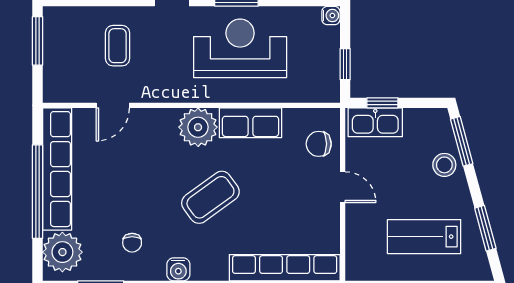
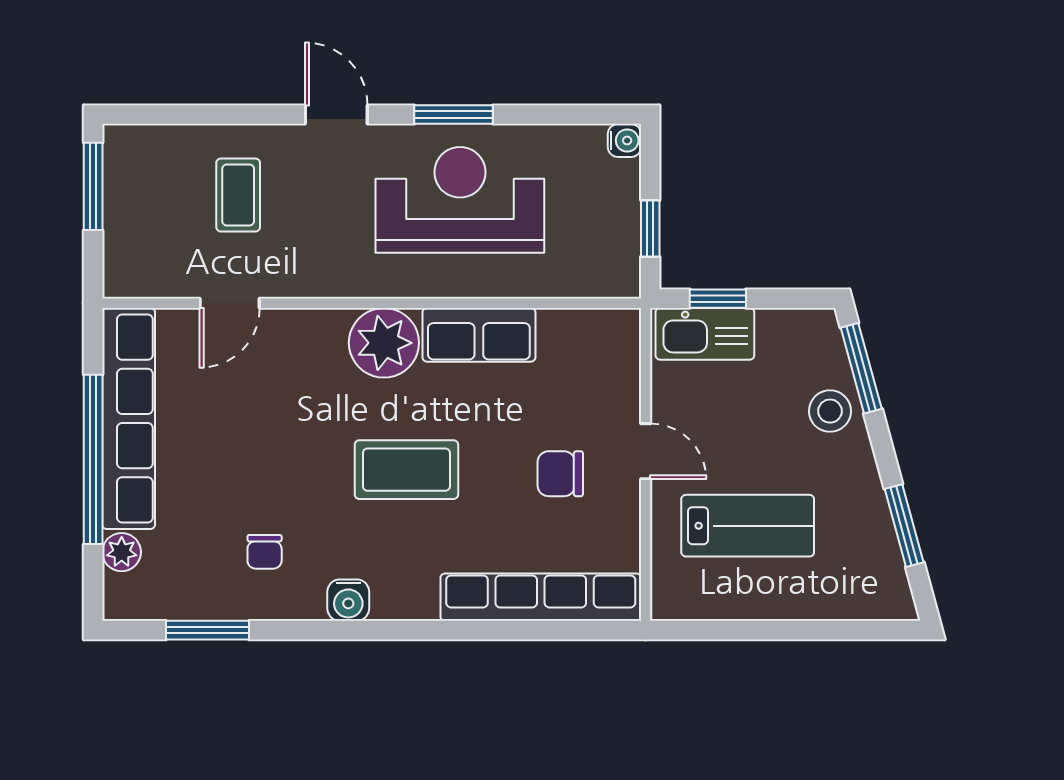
chair: (319, 144) -> (560, 474), moved
coffee table: (210, 197) -> (406, 470), turned 36
lab bench: (424, 237) -> (748, 526), moved, turned 180
plant: (62, 252) -> (122, 552), width x0.53, depth x0.53

